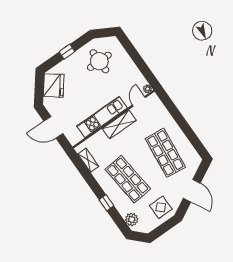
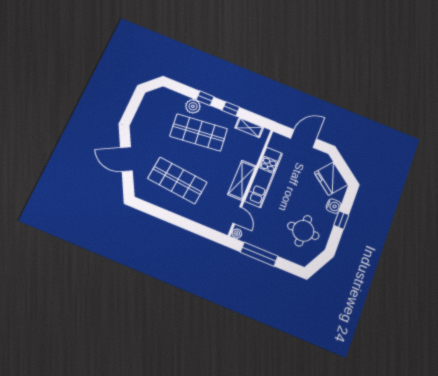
water cooler: (66, 65) -> (334, 206), added
window: (141, 65) -> (259, 254), added
window: (93, 183) -> (231, 109), added
display table: (161, 207) -> (148, 125), removed
plant: (132, 219) -> (193, 106), moved

